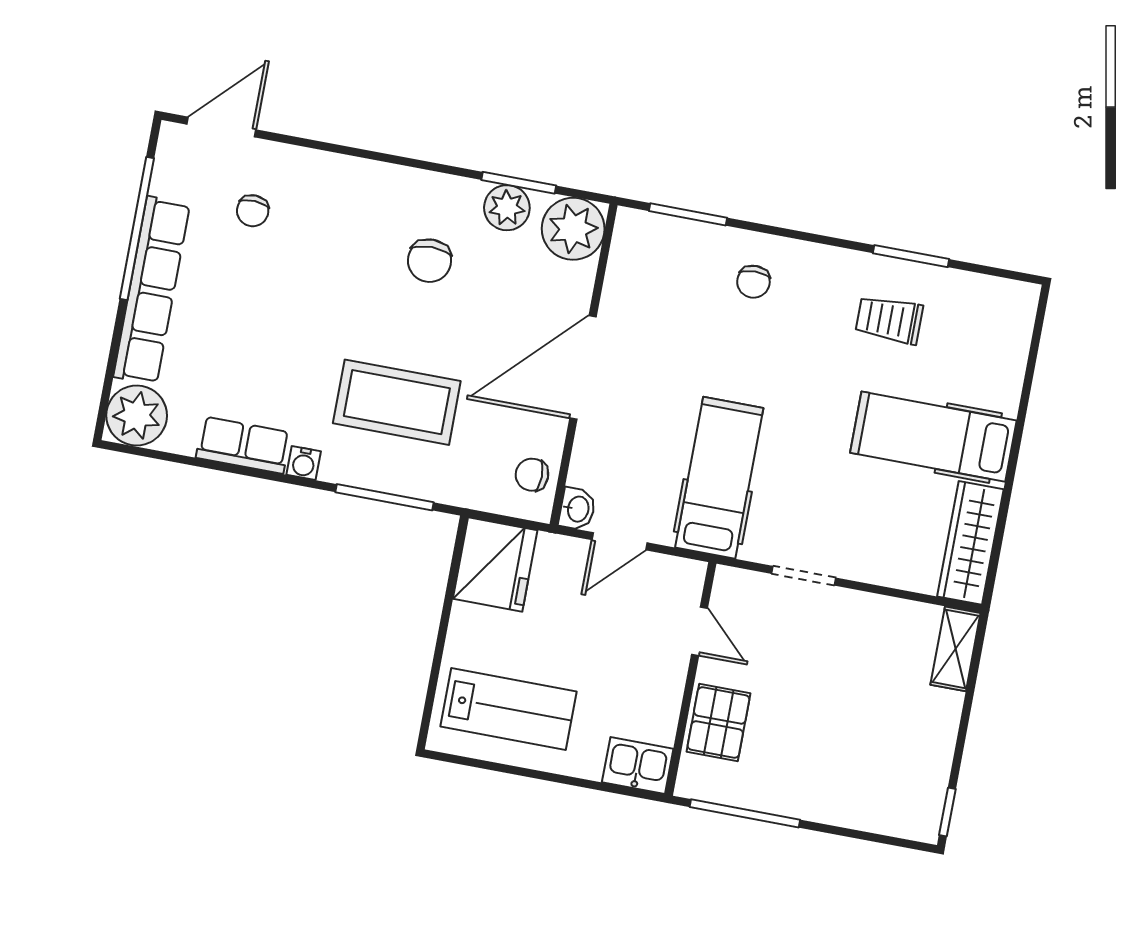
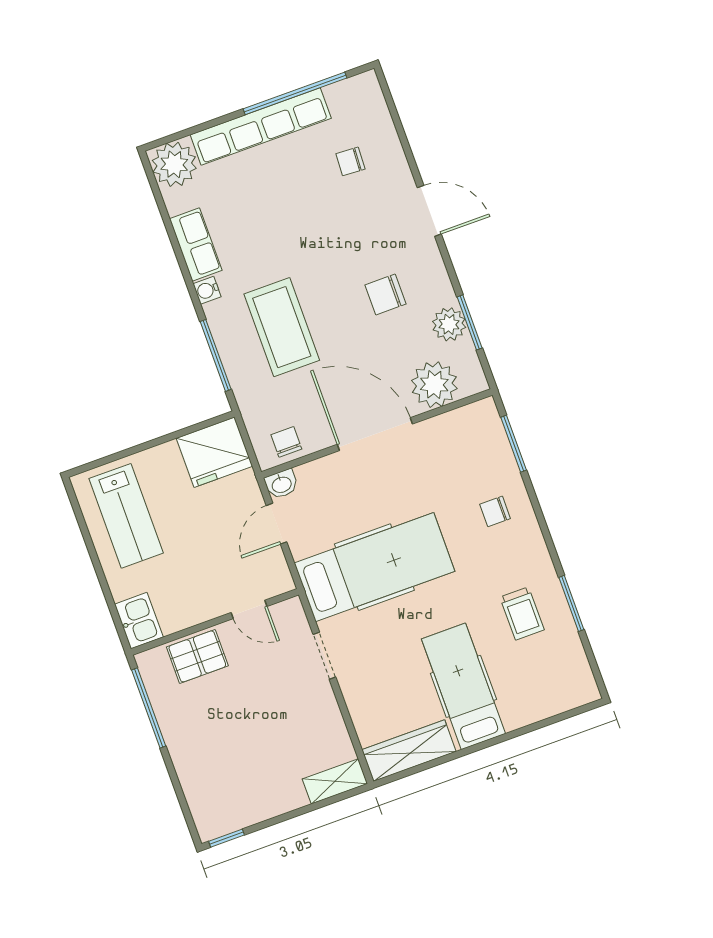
door: (221, 127) -> (429, 211), moved
plant: (573, 229) -> (434, 385), moved
trolley: (889, 320) -> (522, 613), turned 180
hospital bed: (719, 478) -> (374, 567), width x1.37, depth x1.29
door: (619, 541) -> (277, 524), hinge flipped
door: (699, 631) -> (249, 609), hinge flipped

